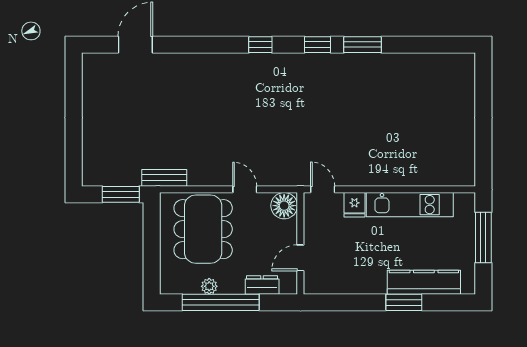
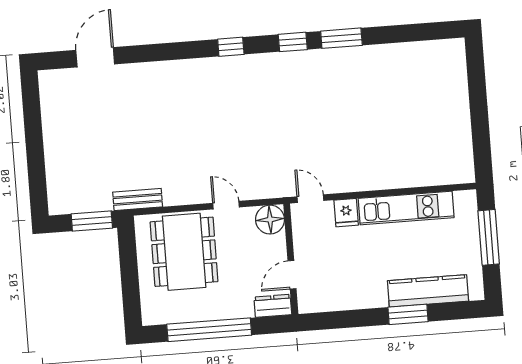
dresser: (262, 285) -> (273, 306), moved
plant: (209, 286) -> (195, 313), removed

